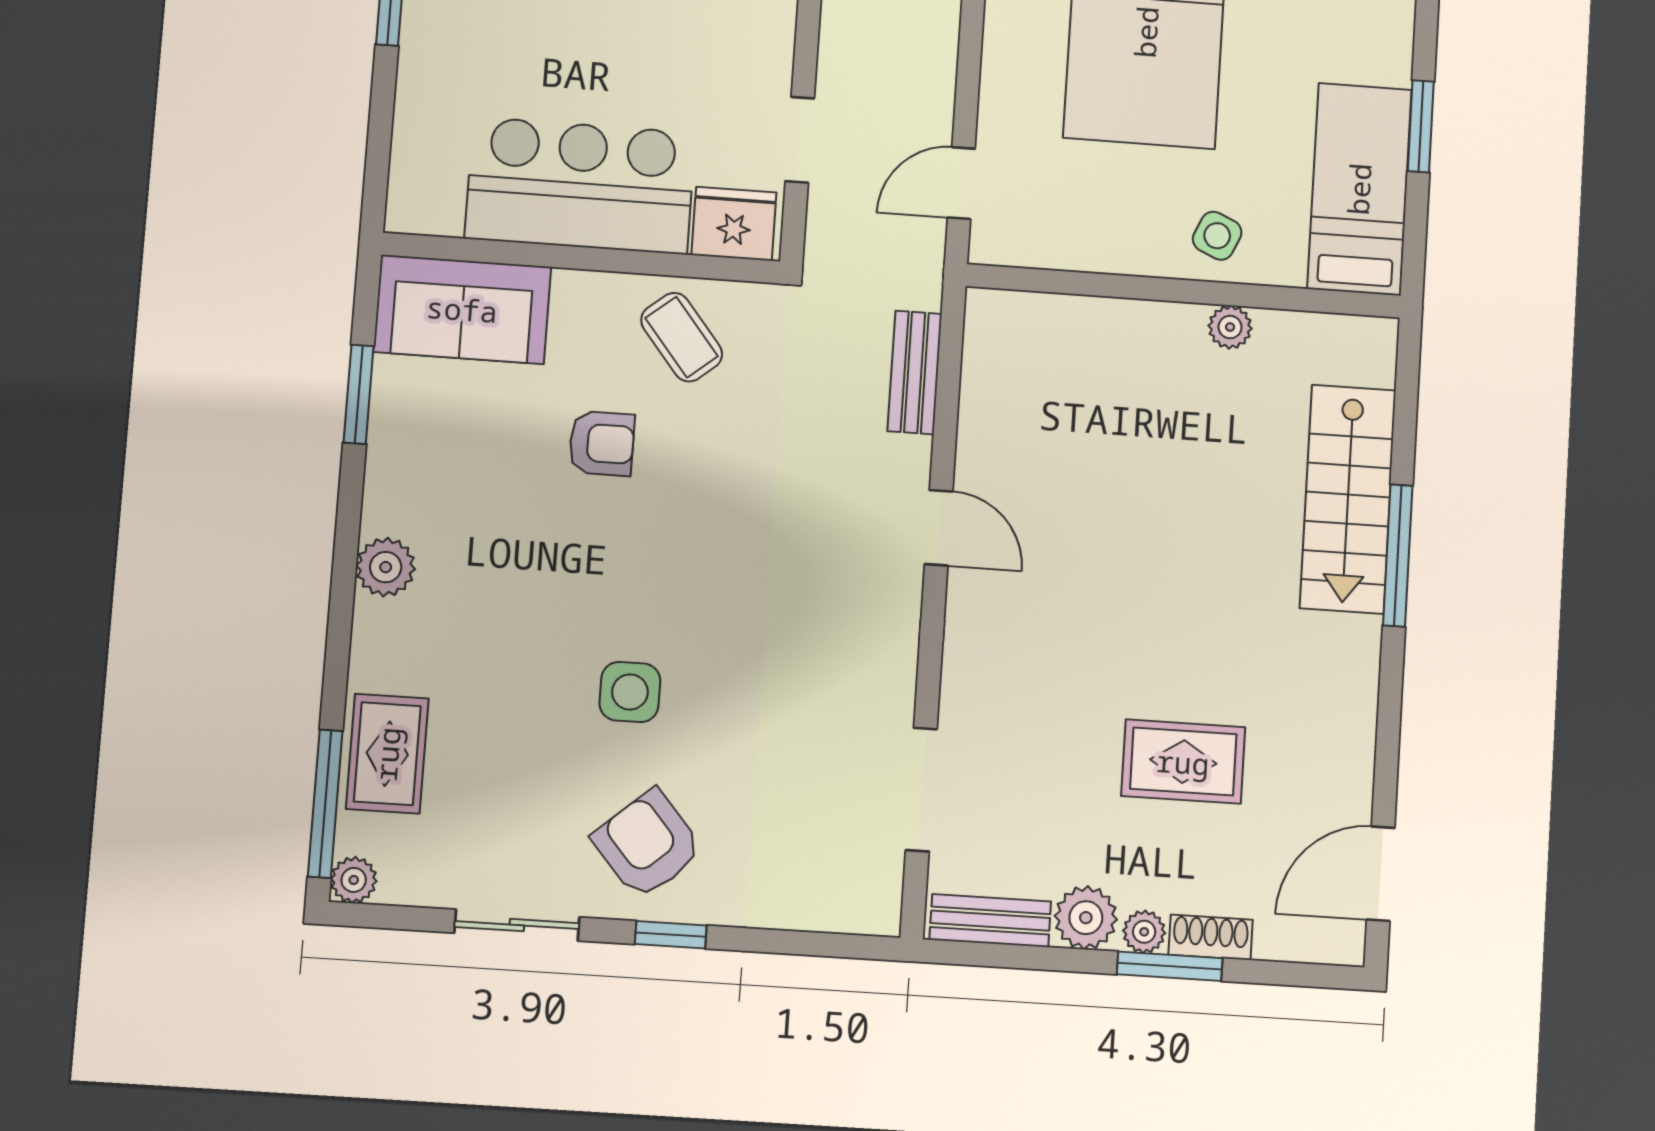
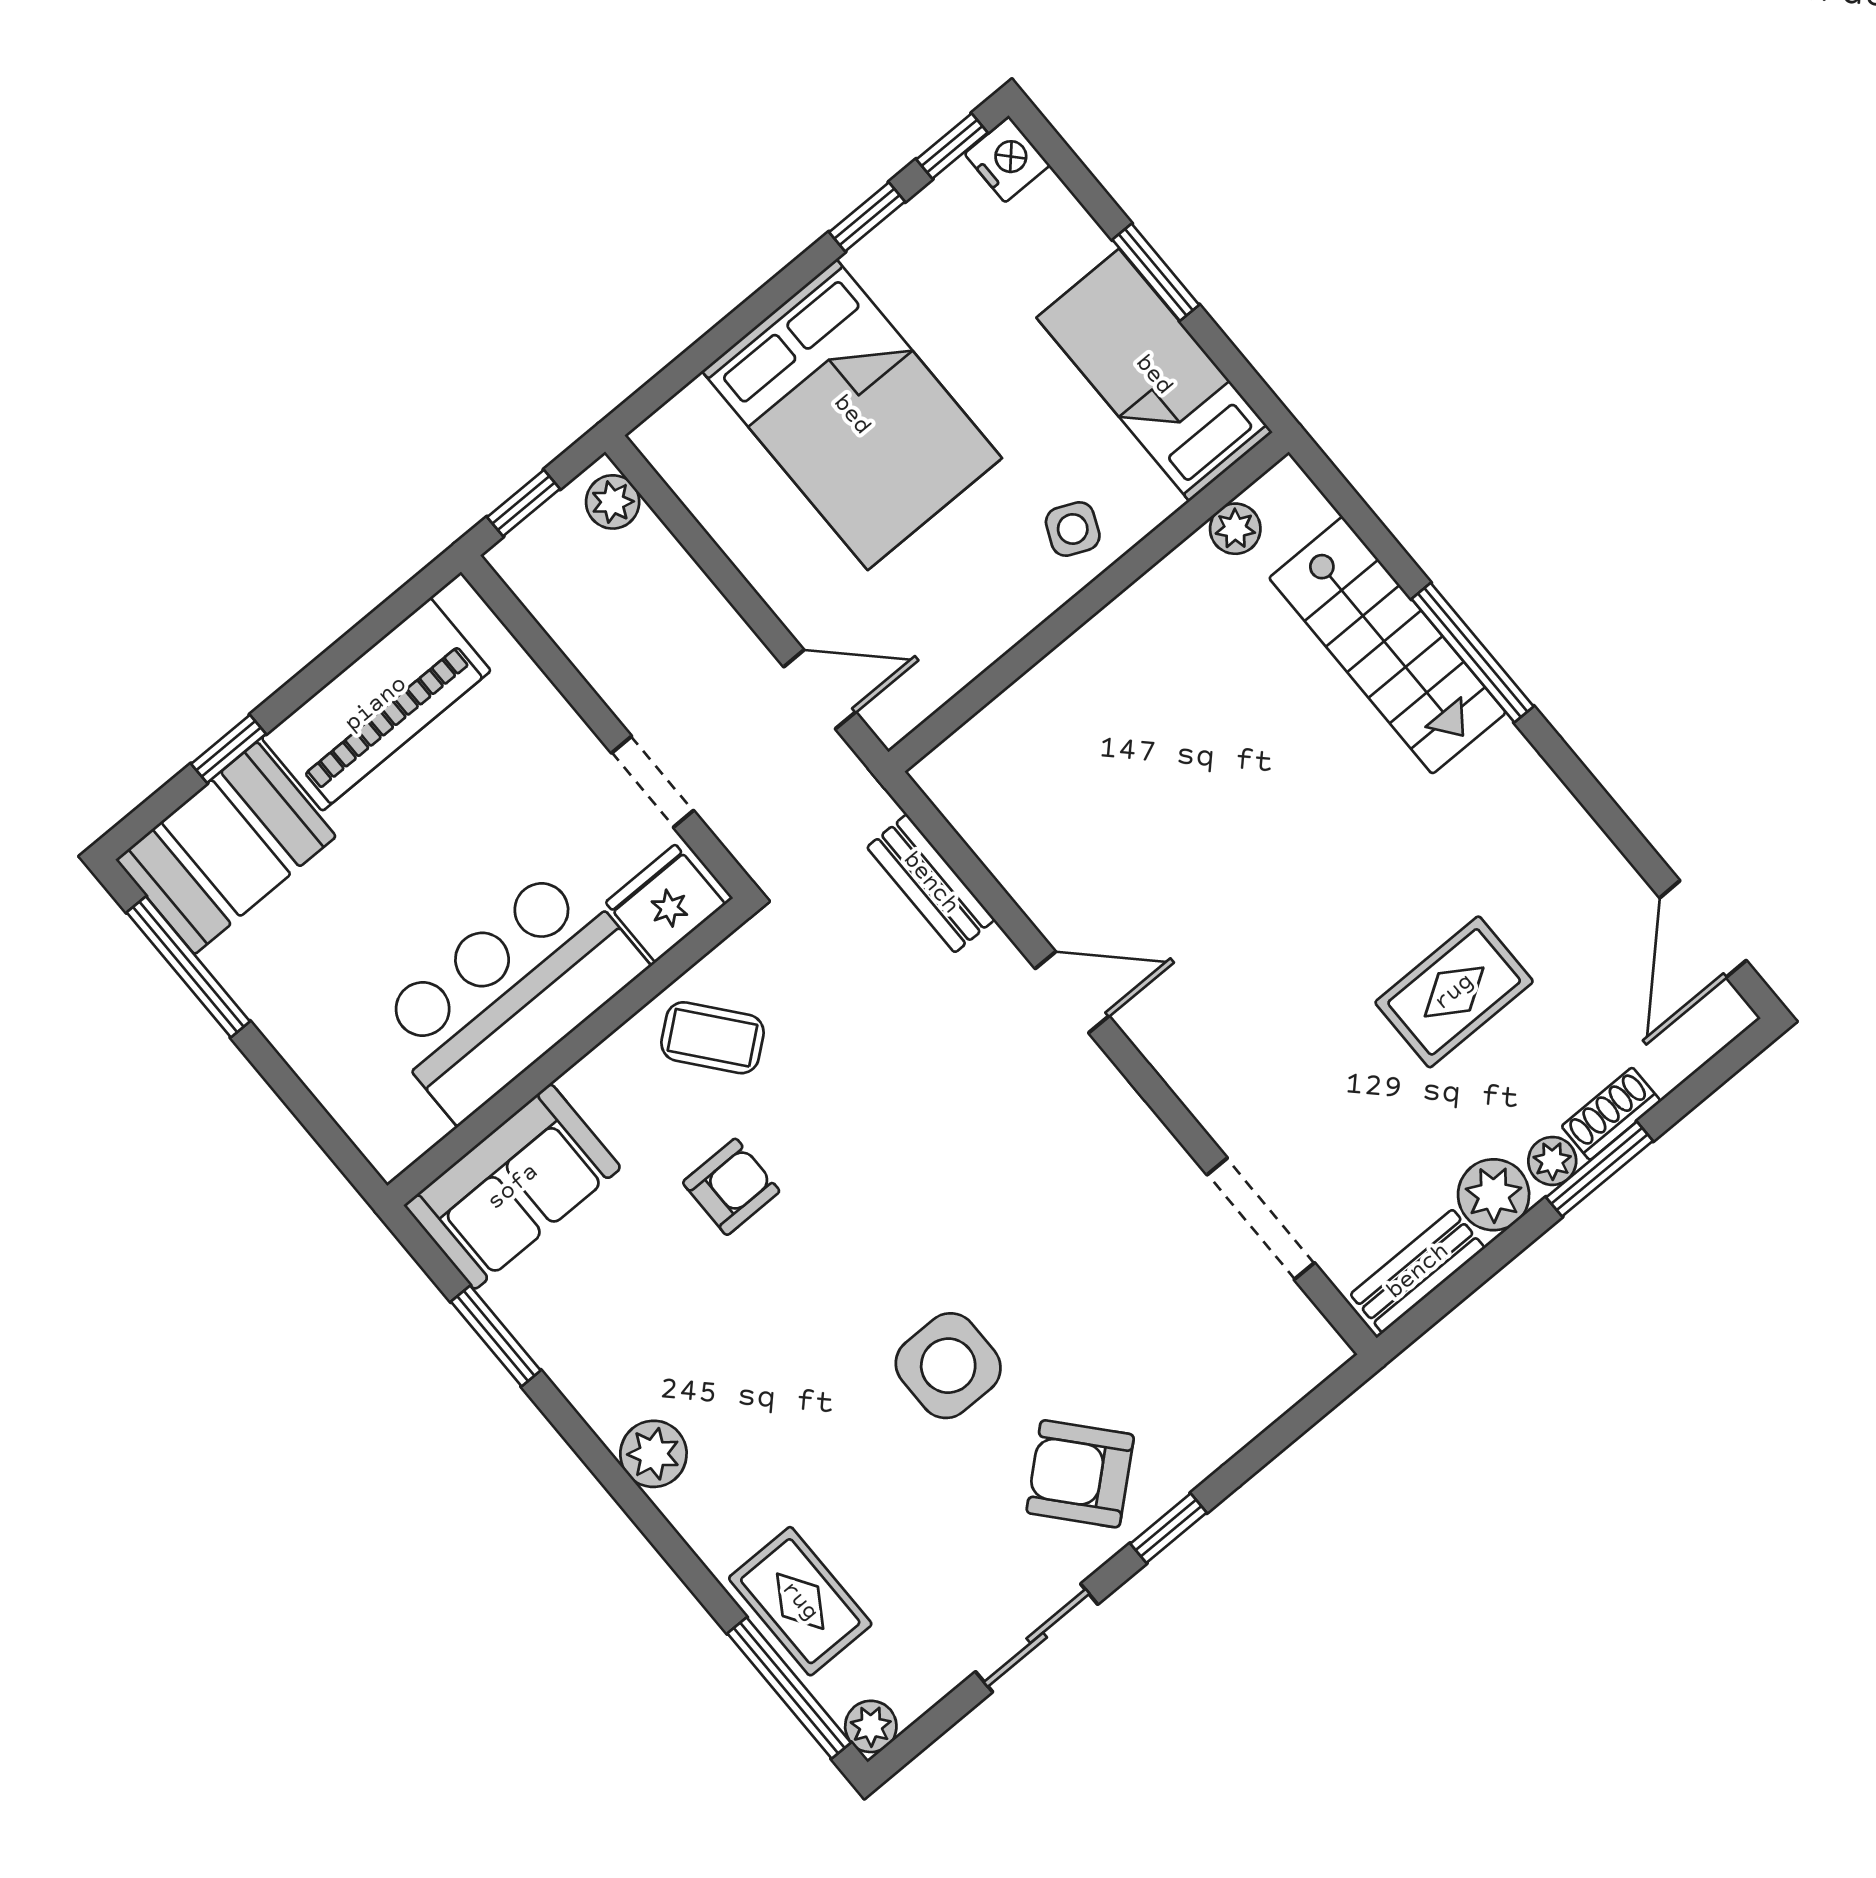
door: (961, 183) -> (820, 689), swing flipped
plant: (1230, 327) -> (1235, 529), moved
side table: (630, 692) -> (948, 1366), width x1.37, depth x1.37

